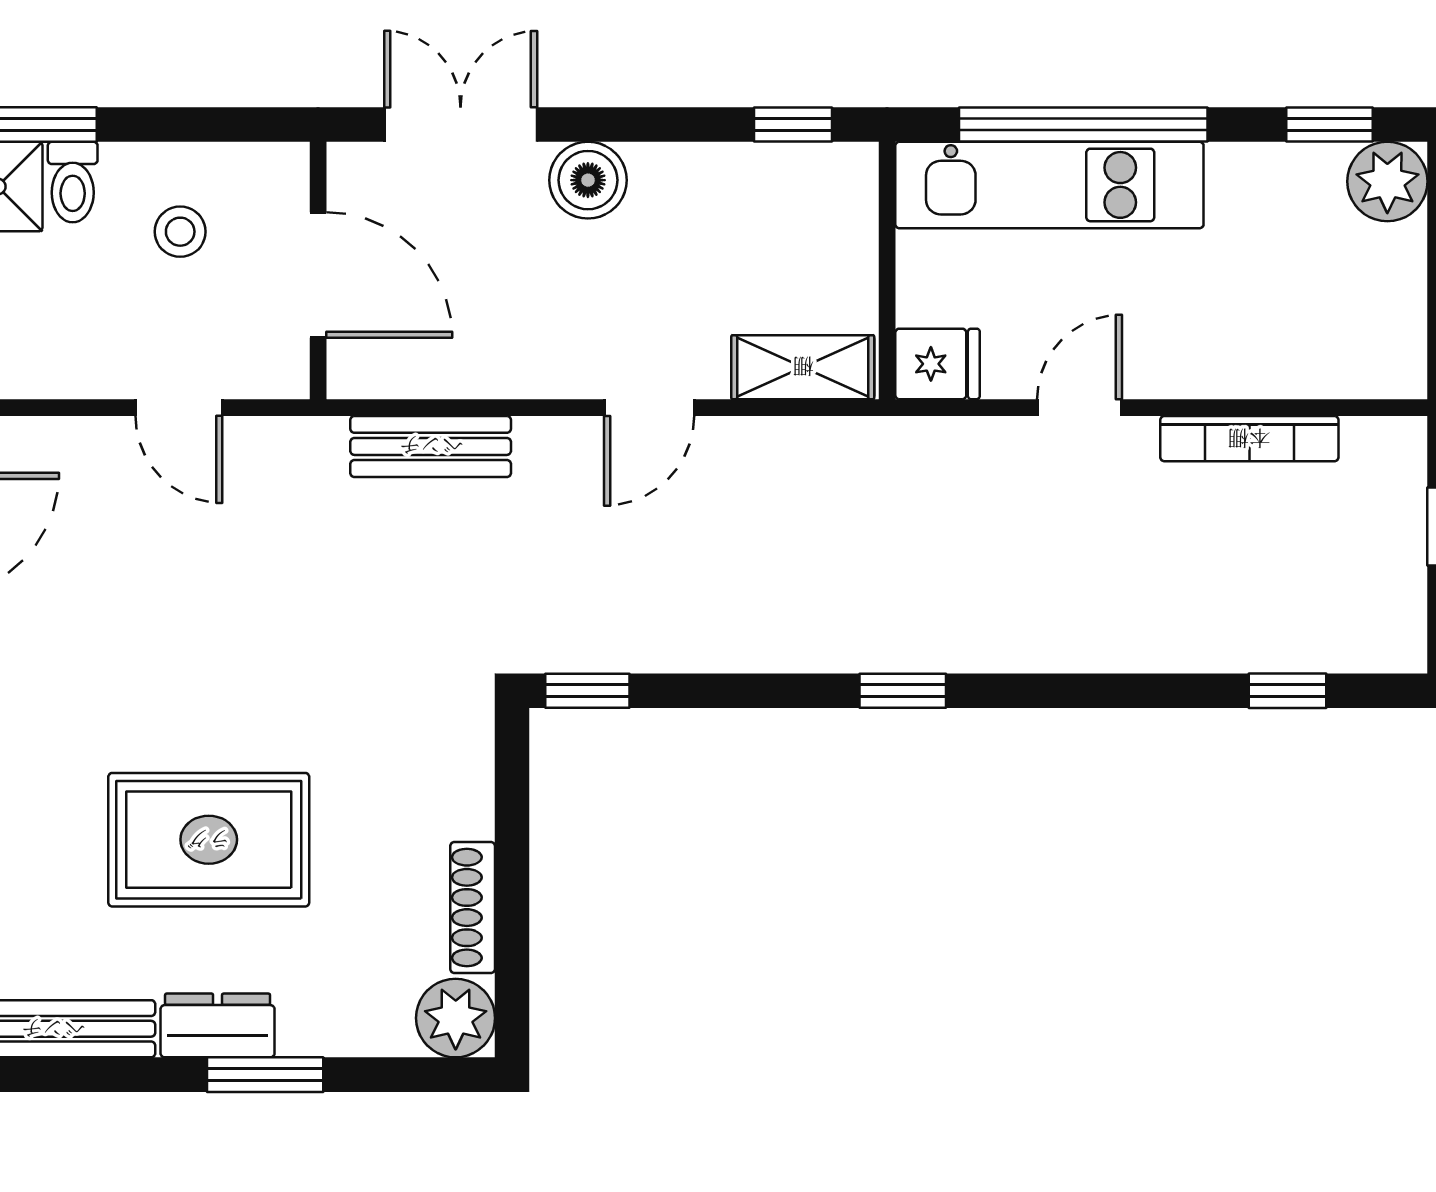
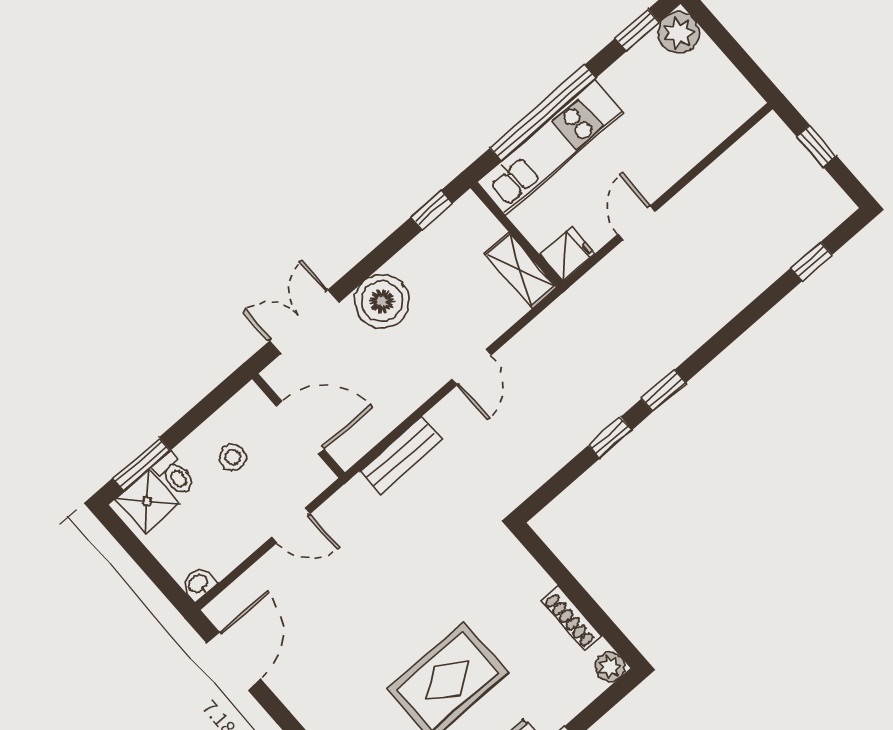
boiler: (588, 180) -> (382, 301), width x1.37, depth x1.37
shelving: (803, 367) -> (521, 270), moved, turned 90
bookcase: (1249, 439) -> (712, 178), removed
window: (587, 691) -> (610, 438), moved
plant: (456, 1018) -> (610, 667), width x0.73, depth x0.73

